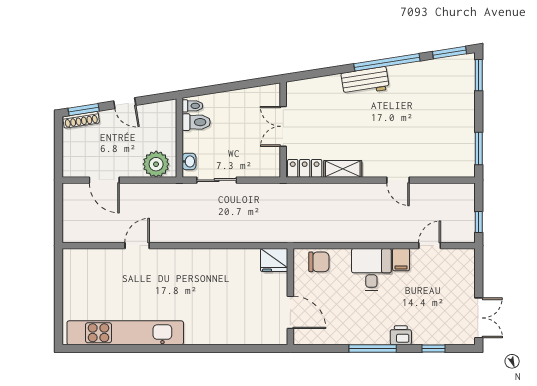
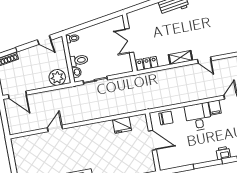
door: (125, 103) -> (44, 40), moved
toilet: (196, 122) -> (79, 60), moved
shelving: (343, 169) -> (180, 58), moved
door: (104, 180) -> (17, 95), moved
fridge: (274, 260) -> (122, 125), moved
door: (290, 312) -> (152, 140), moved

